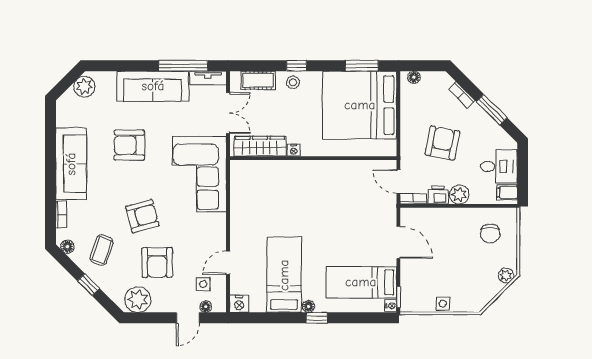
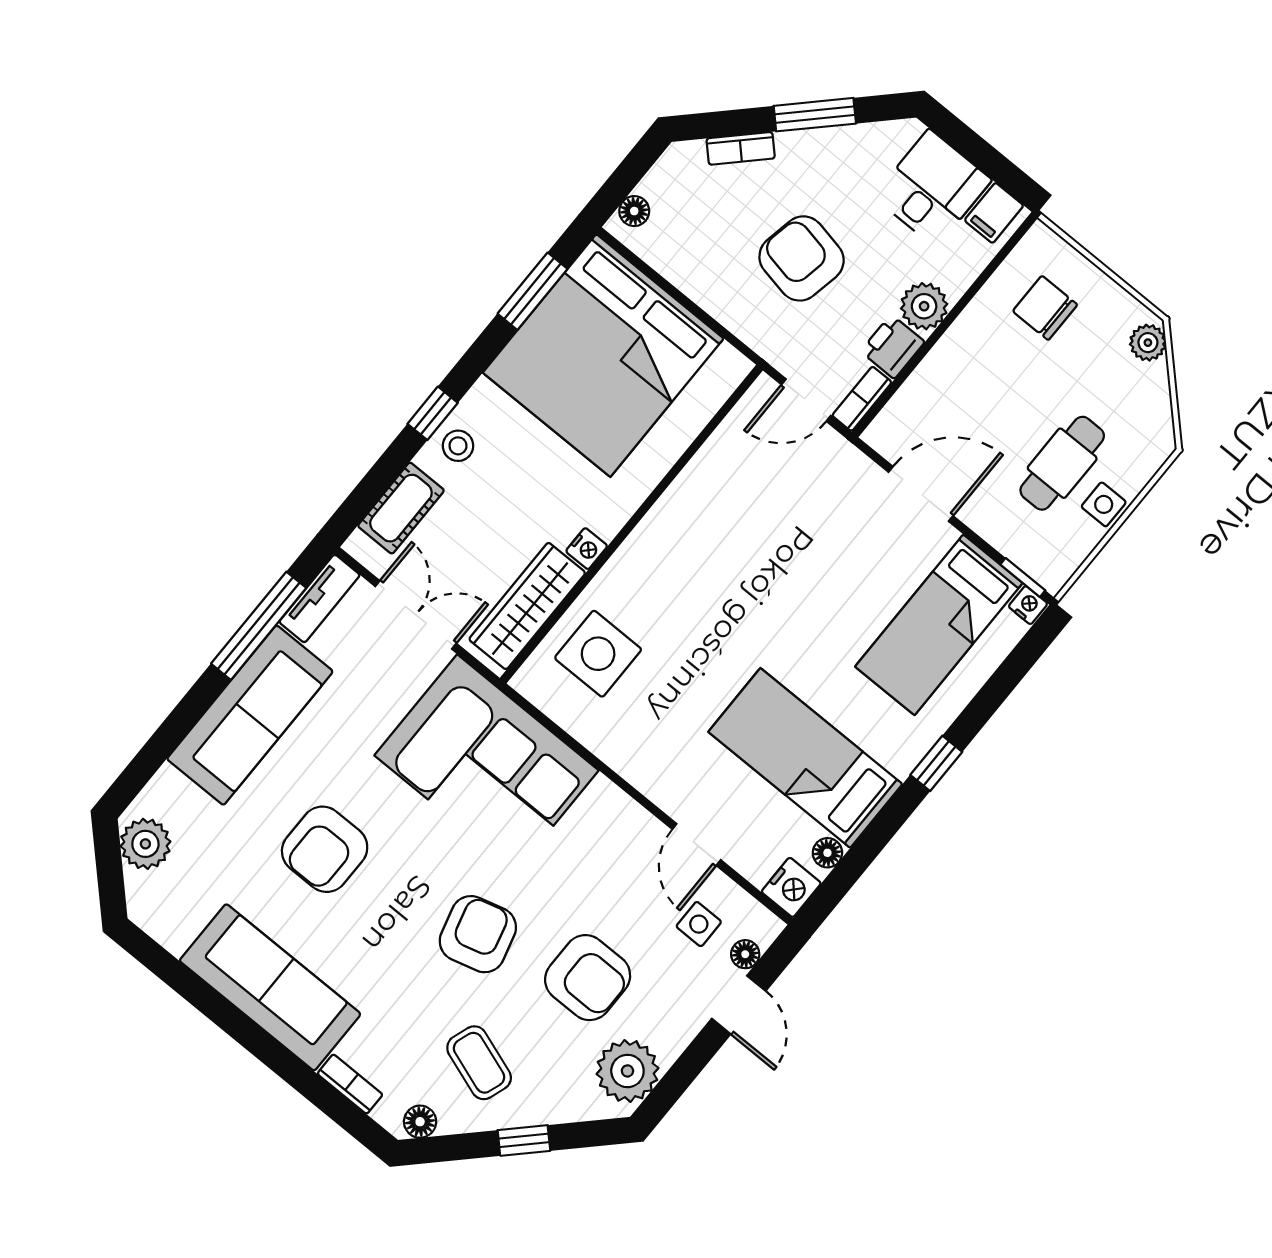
side table: (263, 181) -> (598, 654), added
chair: (490, 234) -> (1045, 308), turned 180
cafe table: (445, 280) -> (1062, 463), added
floor lamp: (309, 306) -> (827, 853), moved

